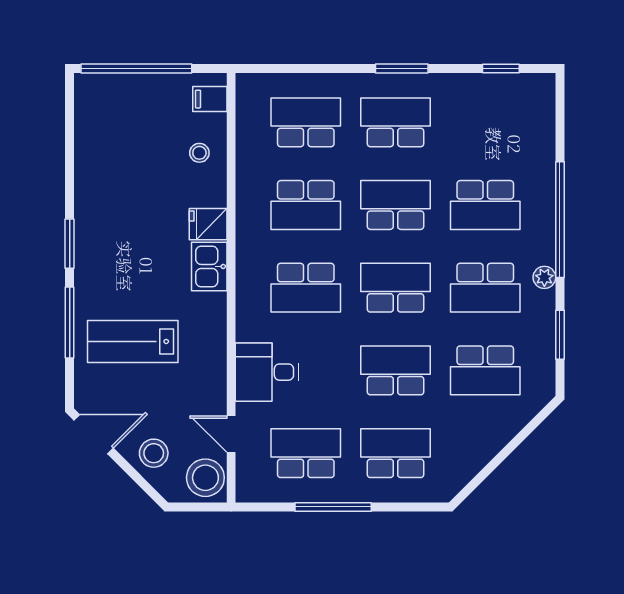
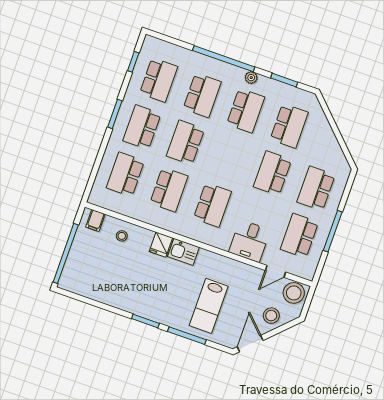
school desk: (396, 288) -> (159, 80), moved, turned 180

